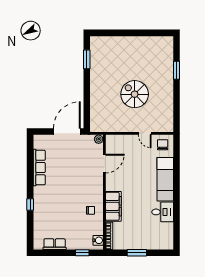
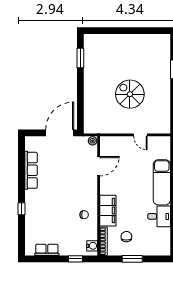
chair: (163, 145) -> (126, 237), moved

